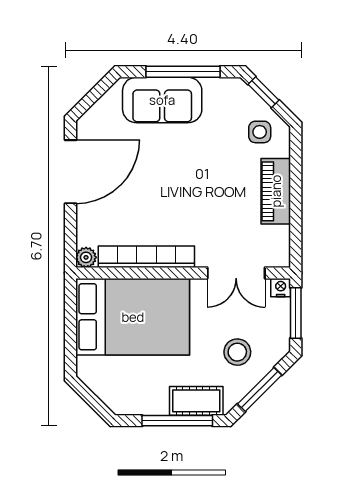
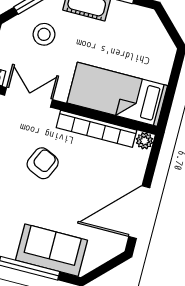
armchair: (199, 200) -> (43, 163), added
bed: (133, 317) -> (117, 94), width x0.67

